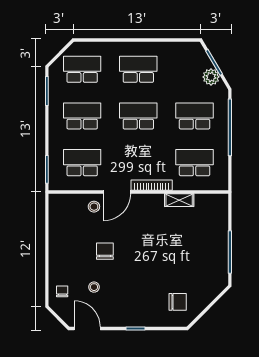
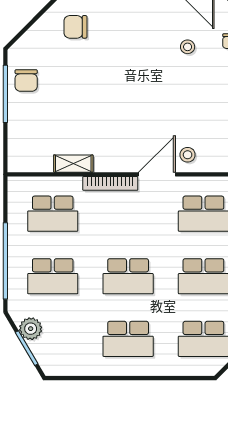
chair: (105, 251) -> (26, 80), moved

